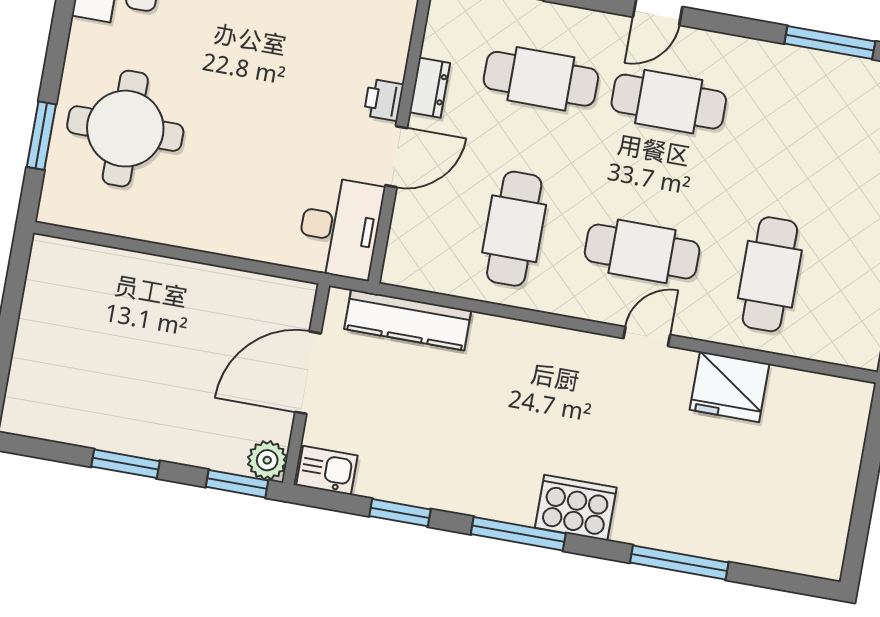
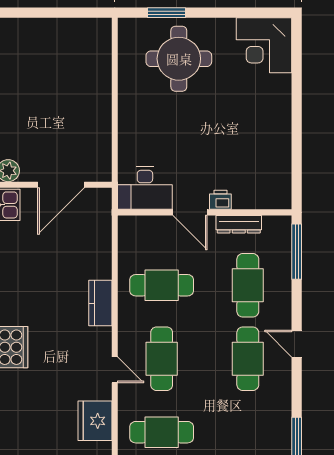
dresser: (430, 88) -> (239, 224), width x1.44
kitchen counter: (408, 320) -> (100, 303), moved, width x0.67
door: (308, 373) -> (61, 185), swing flipped

